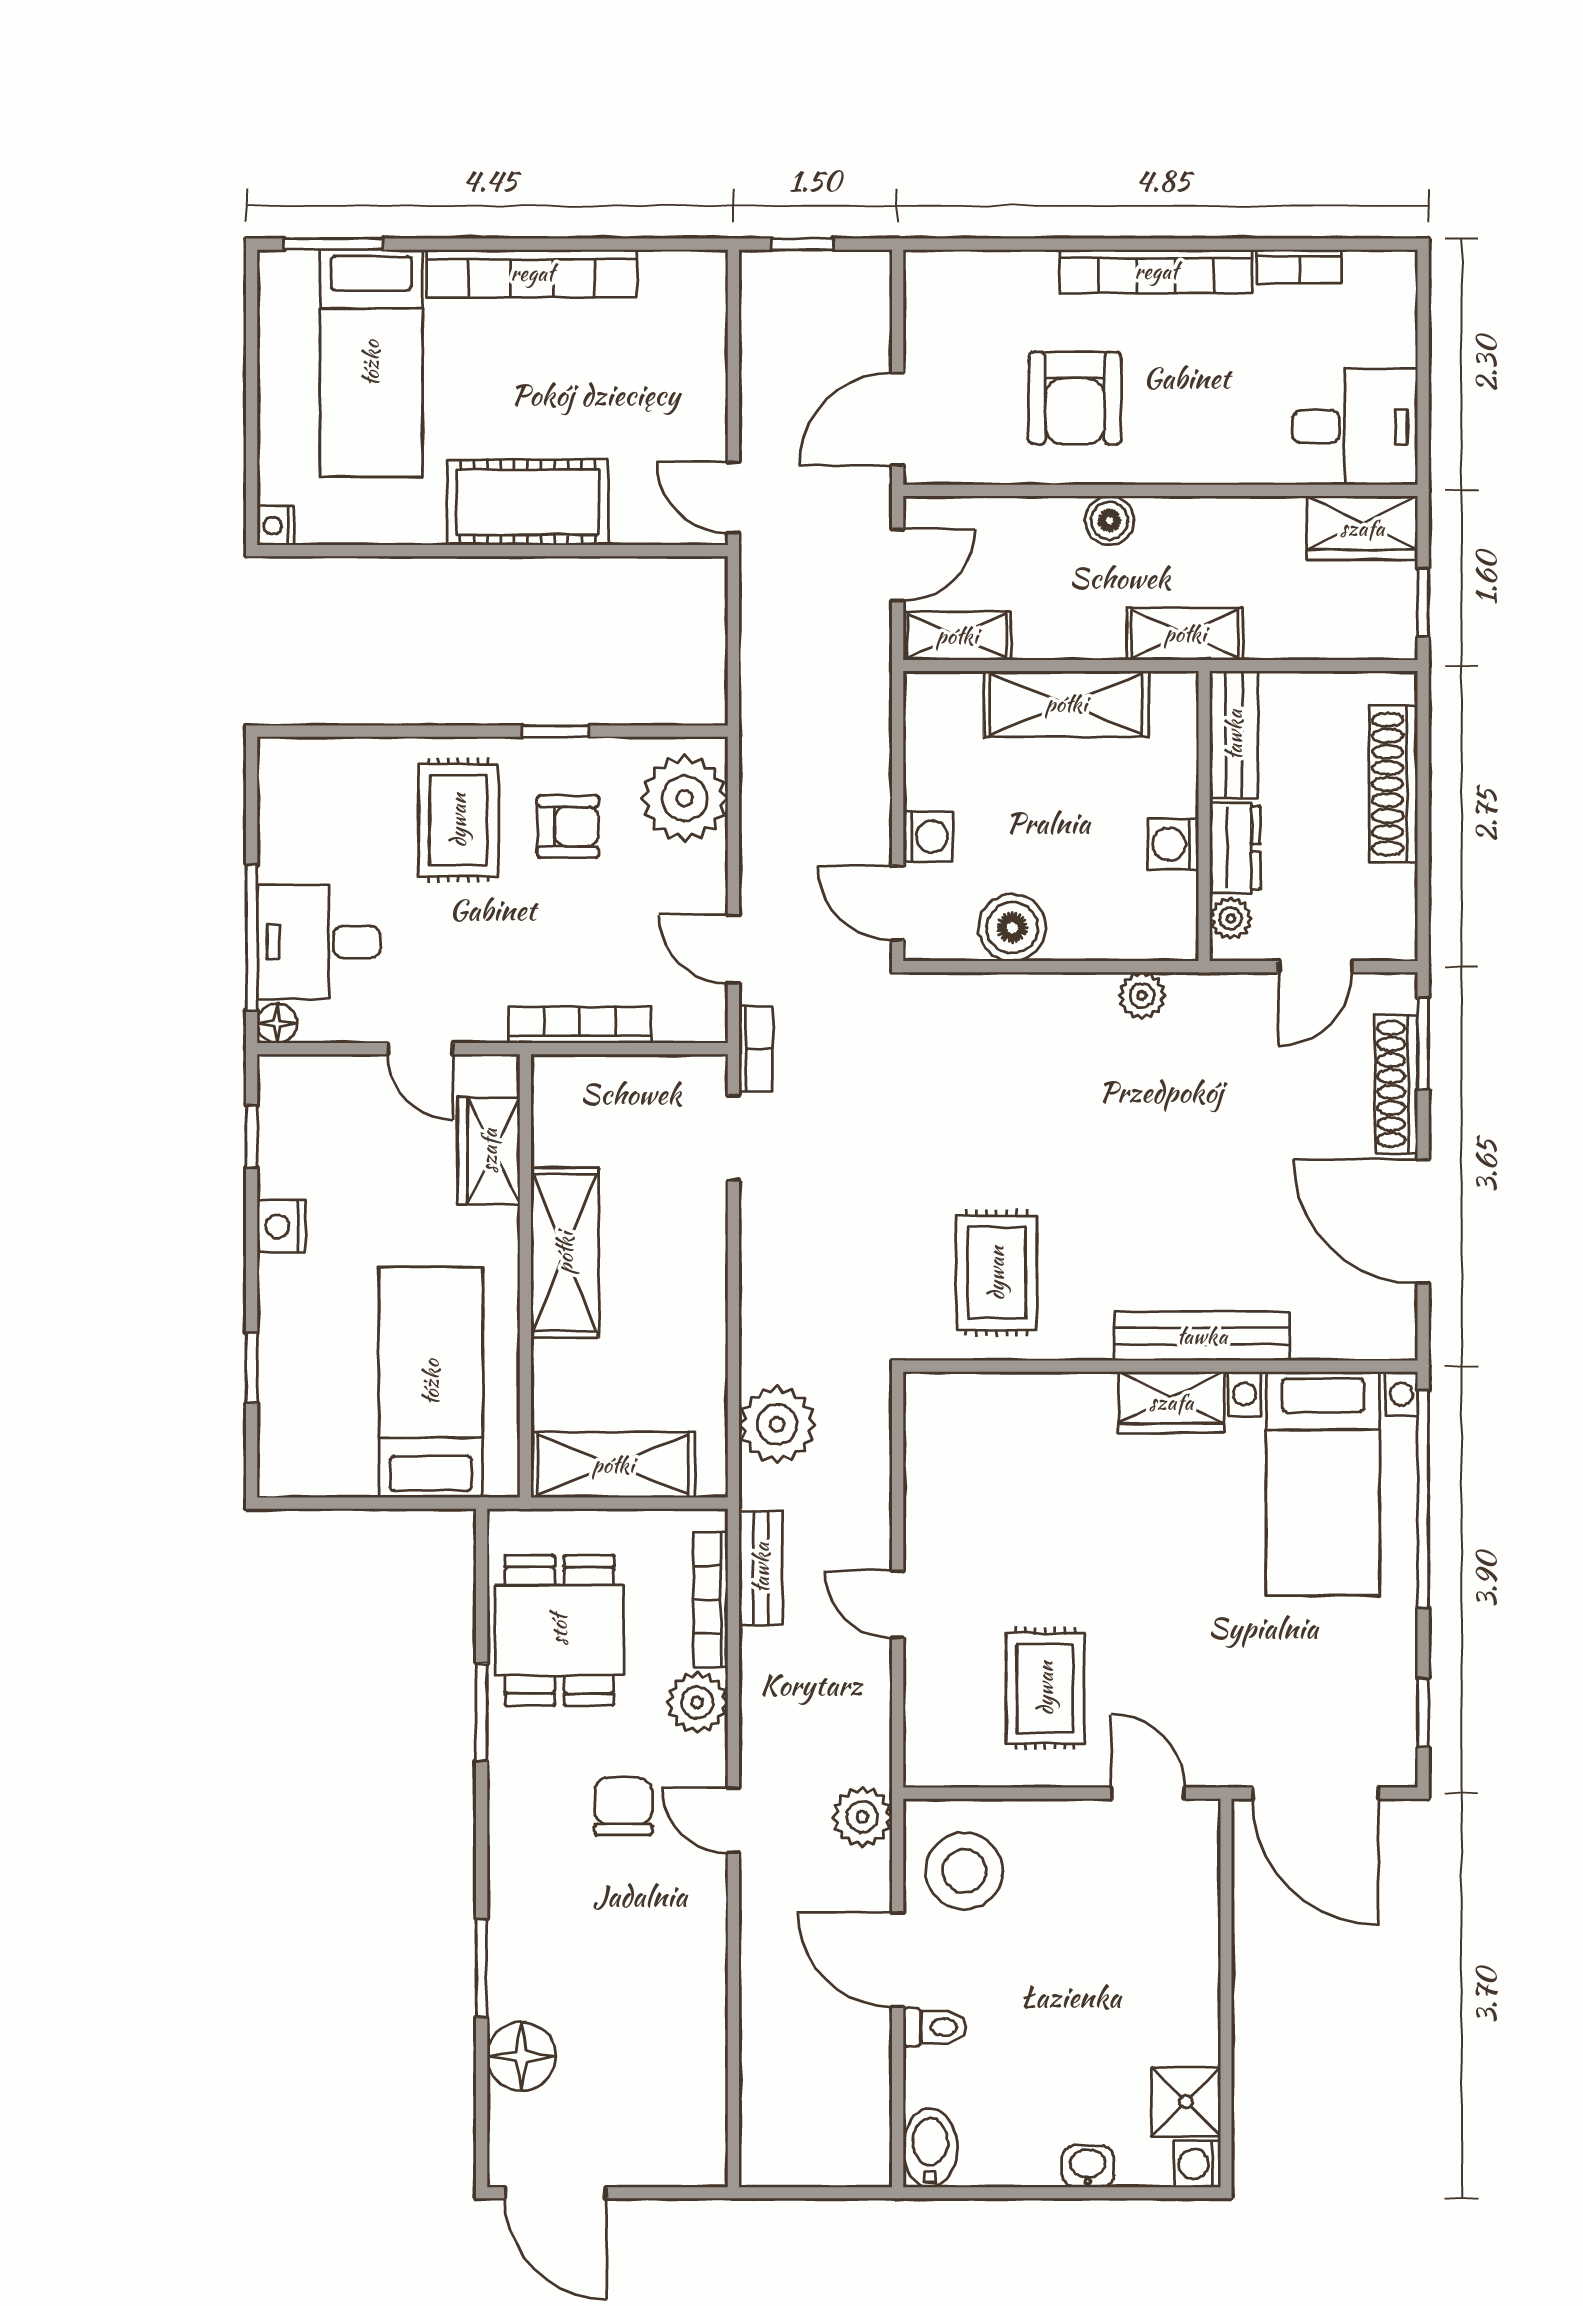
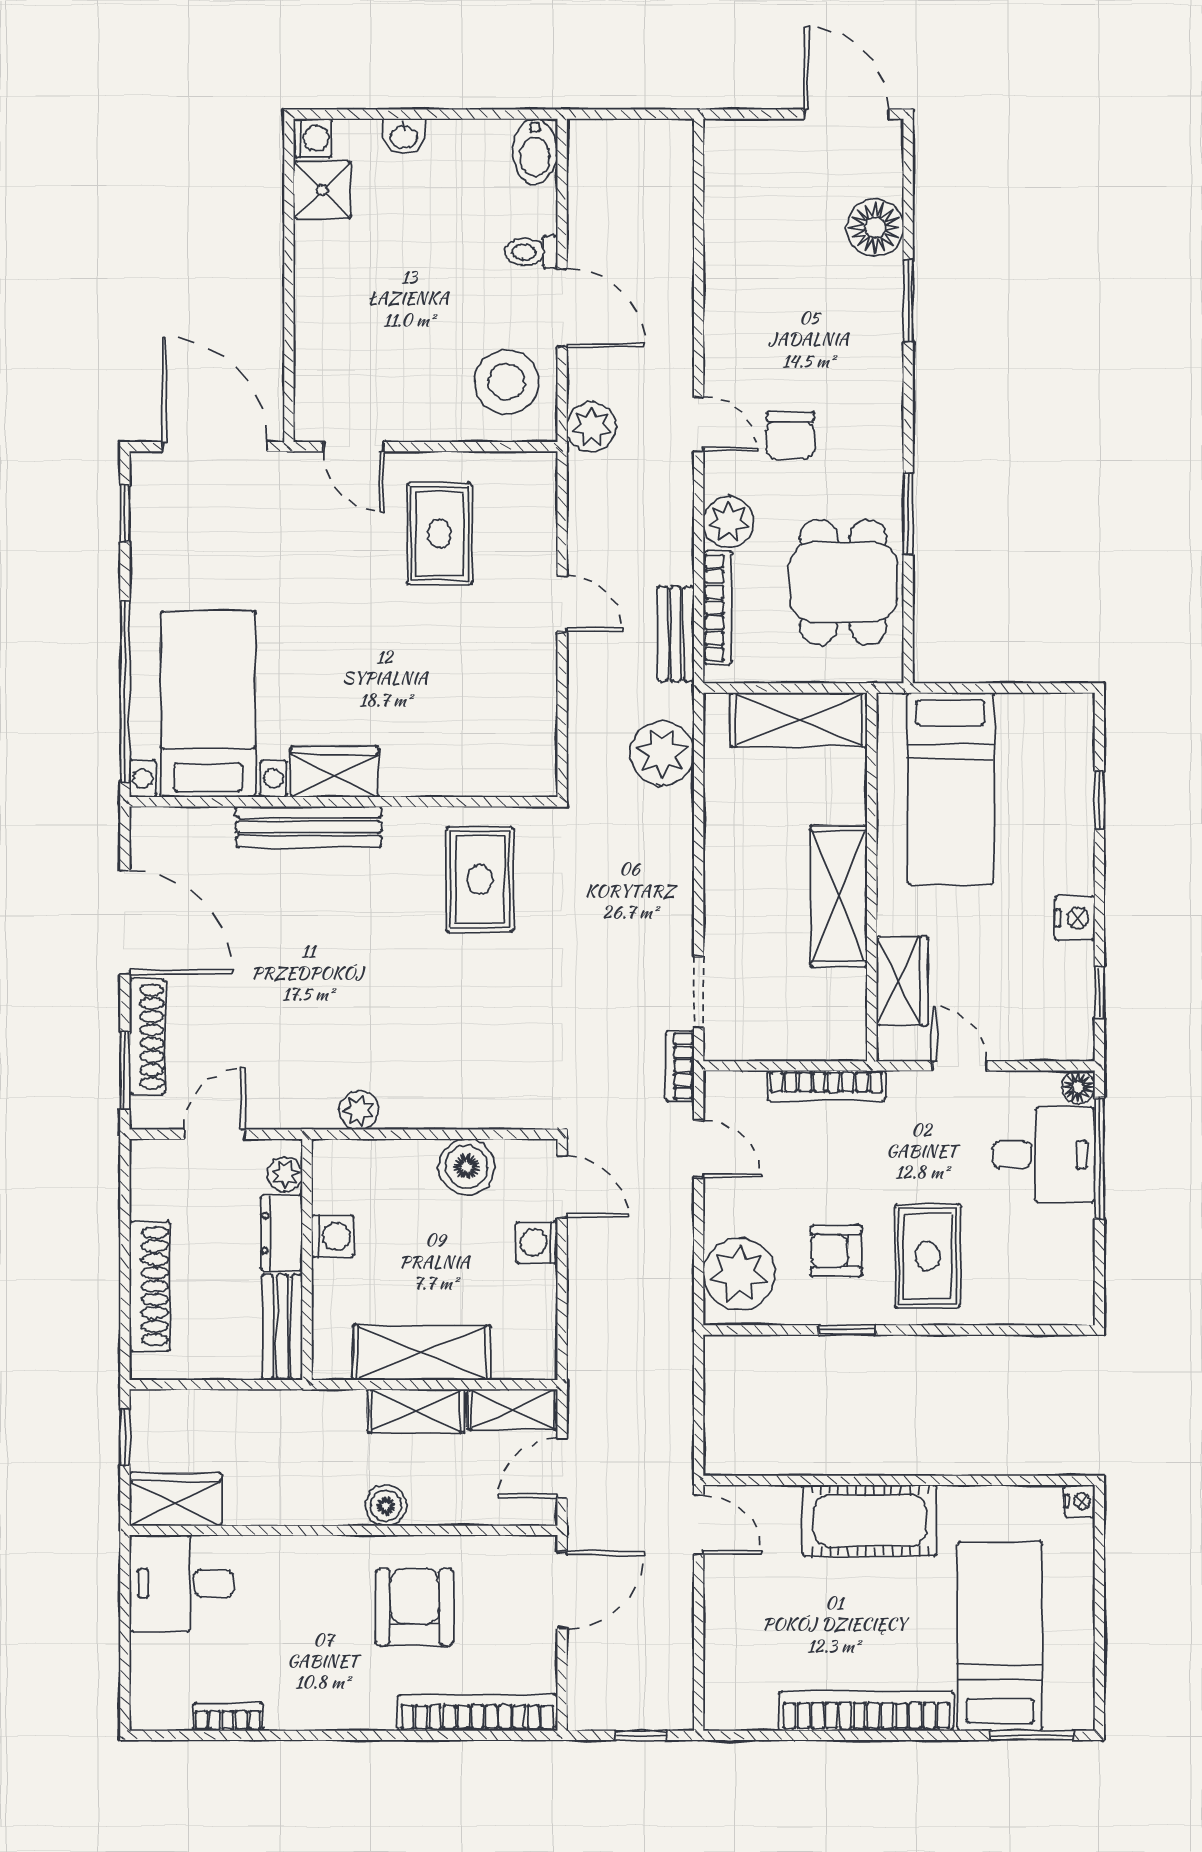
bookcase: (1156, 271) -> (477, 1713), moved
shelving: (1185, 634) -> (416, 1411), moved

